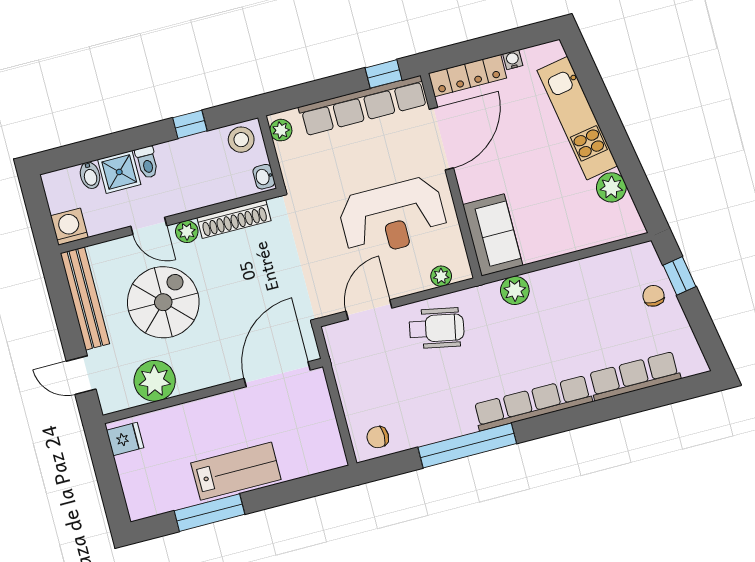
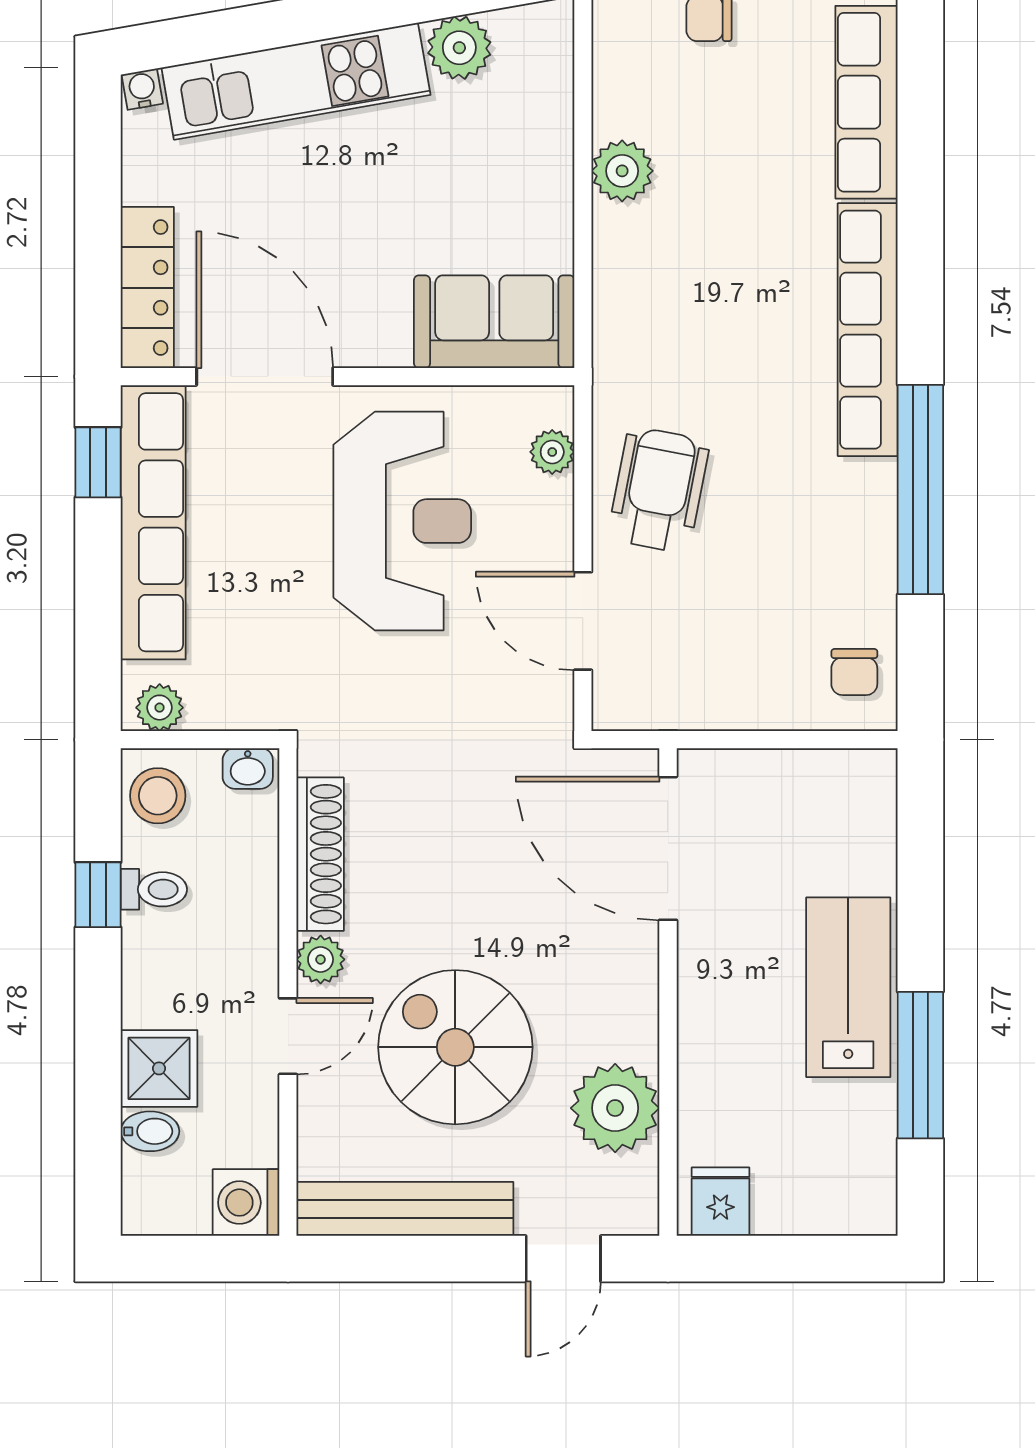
water cooler: (513, 60) -> (142, 89), moved, turned 80
toilet: (147, 162) -> (154, 889), moved
plant: (515, 290) -> (622, 171), moved

